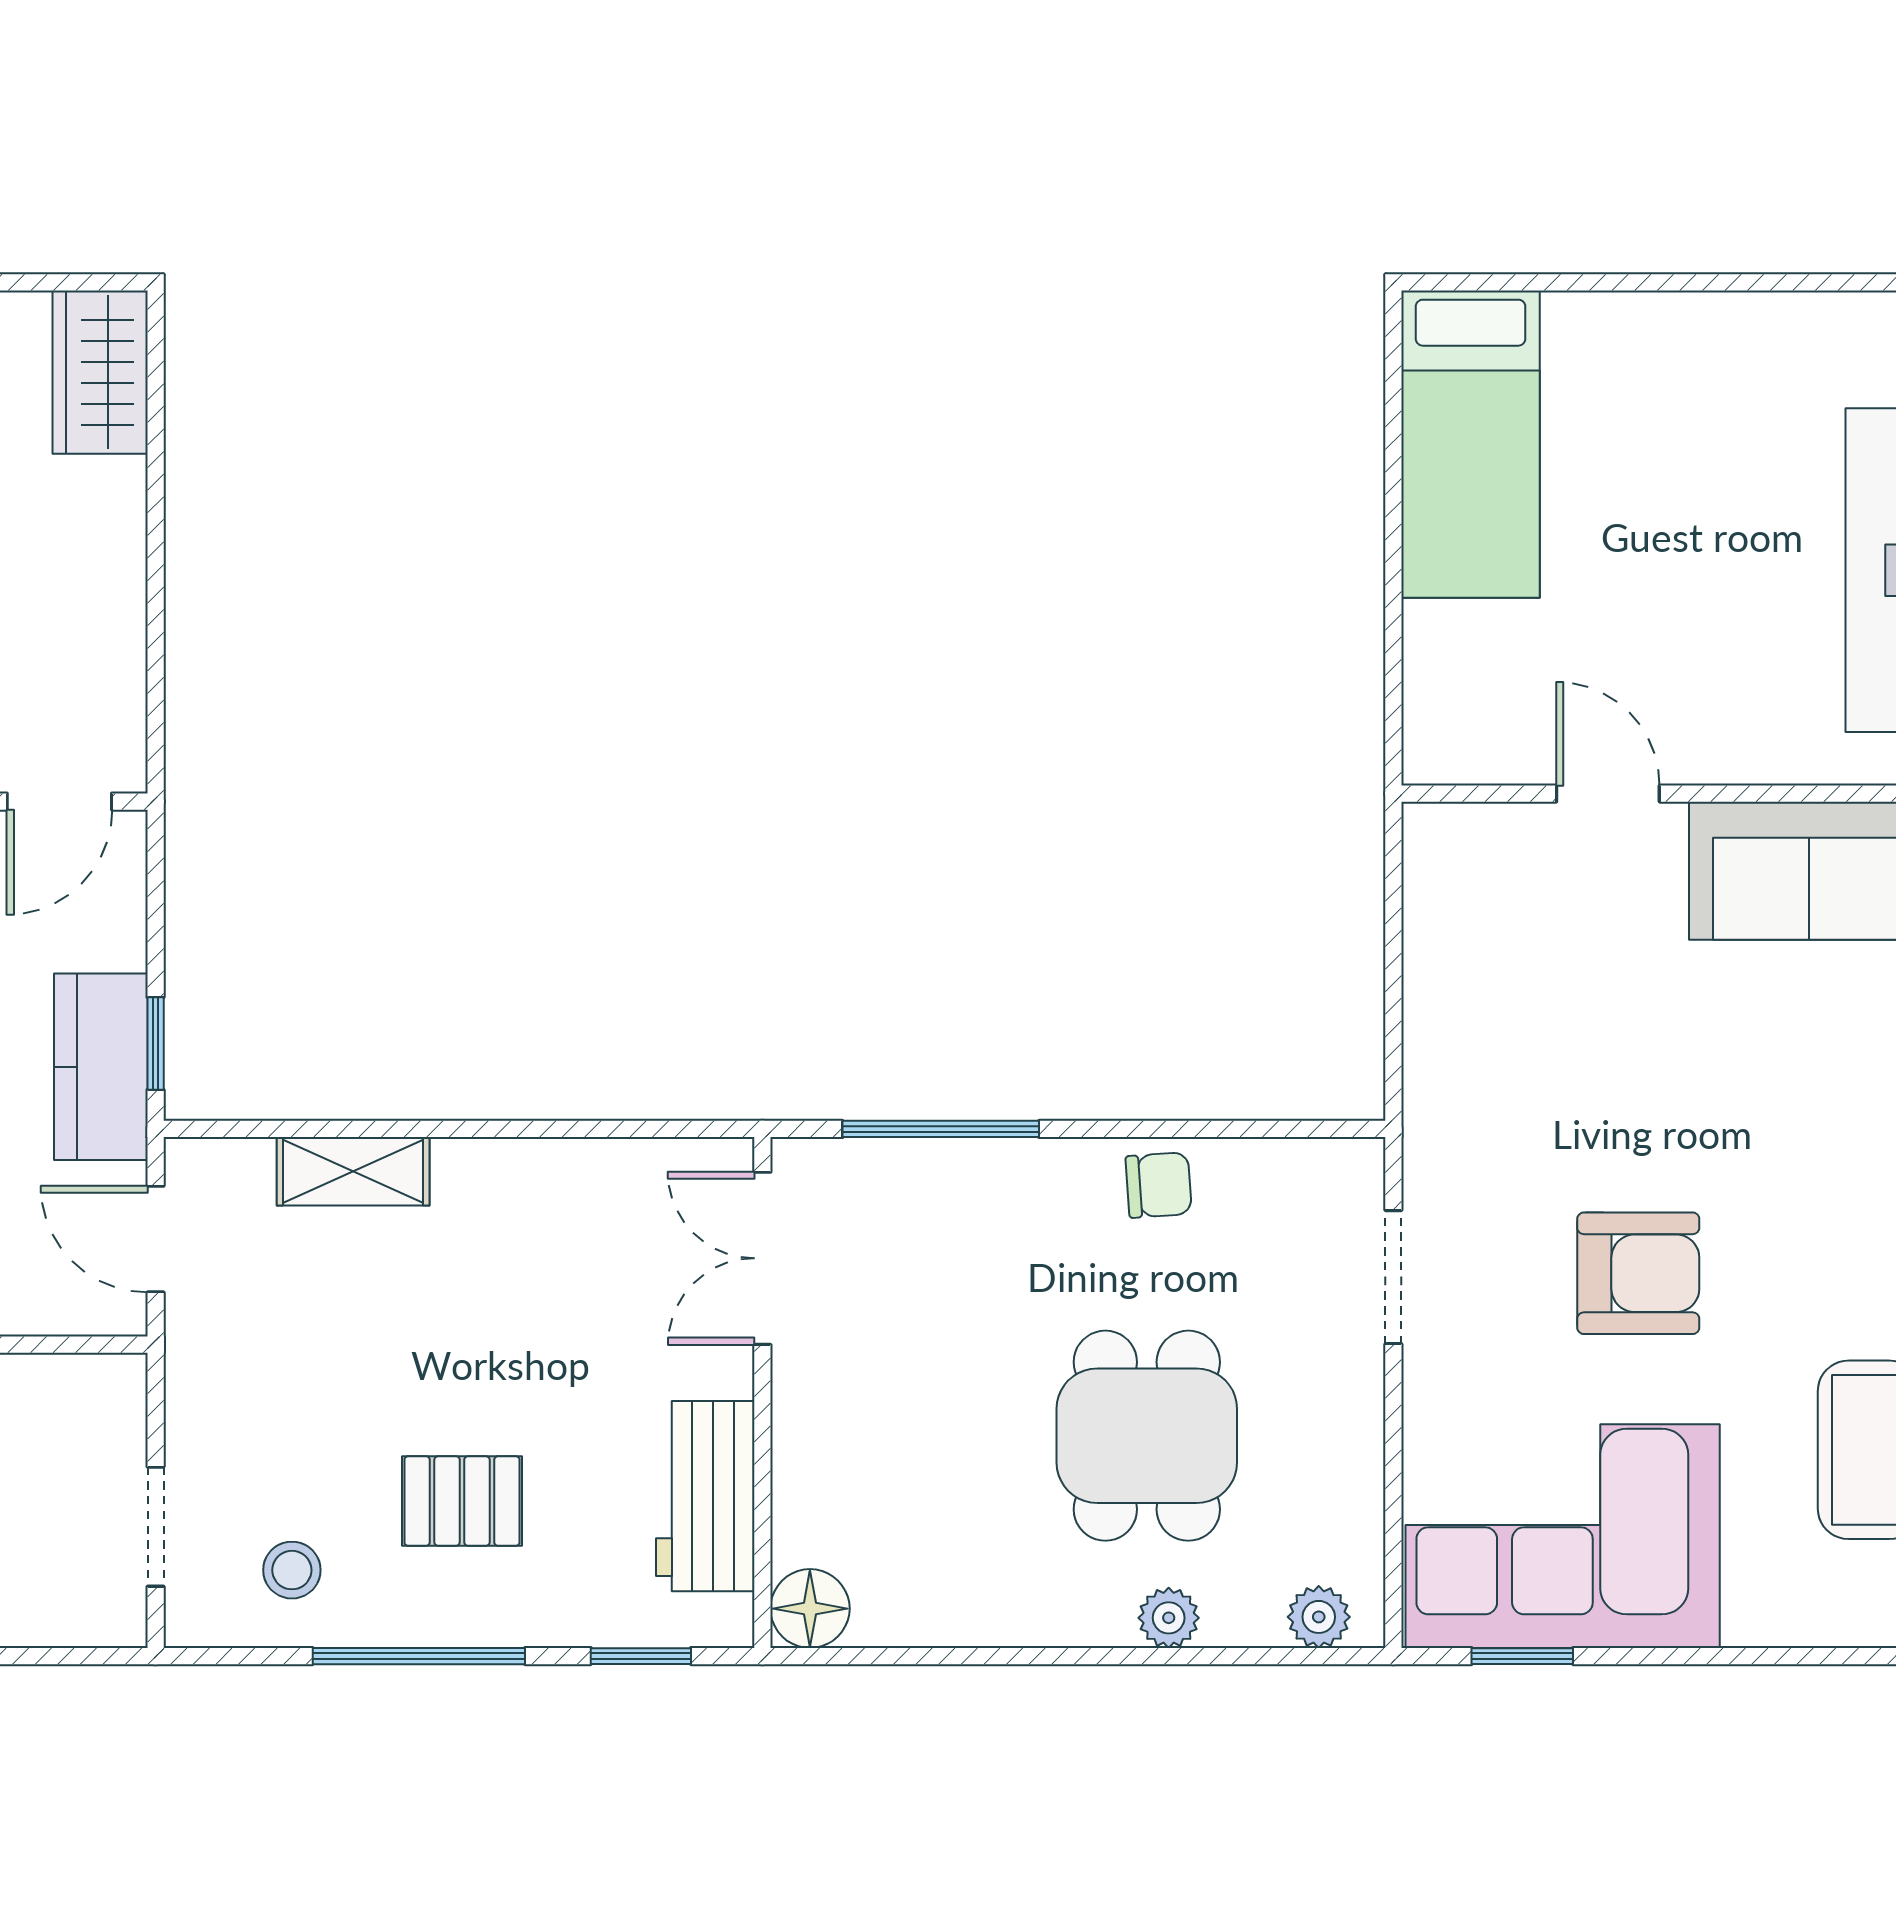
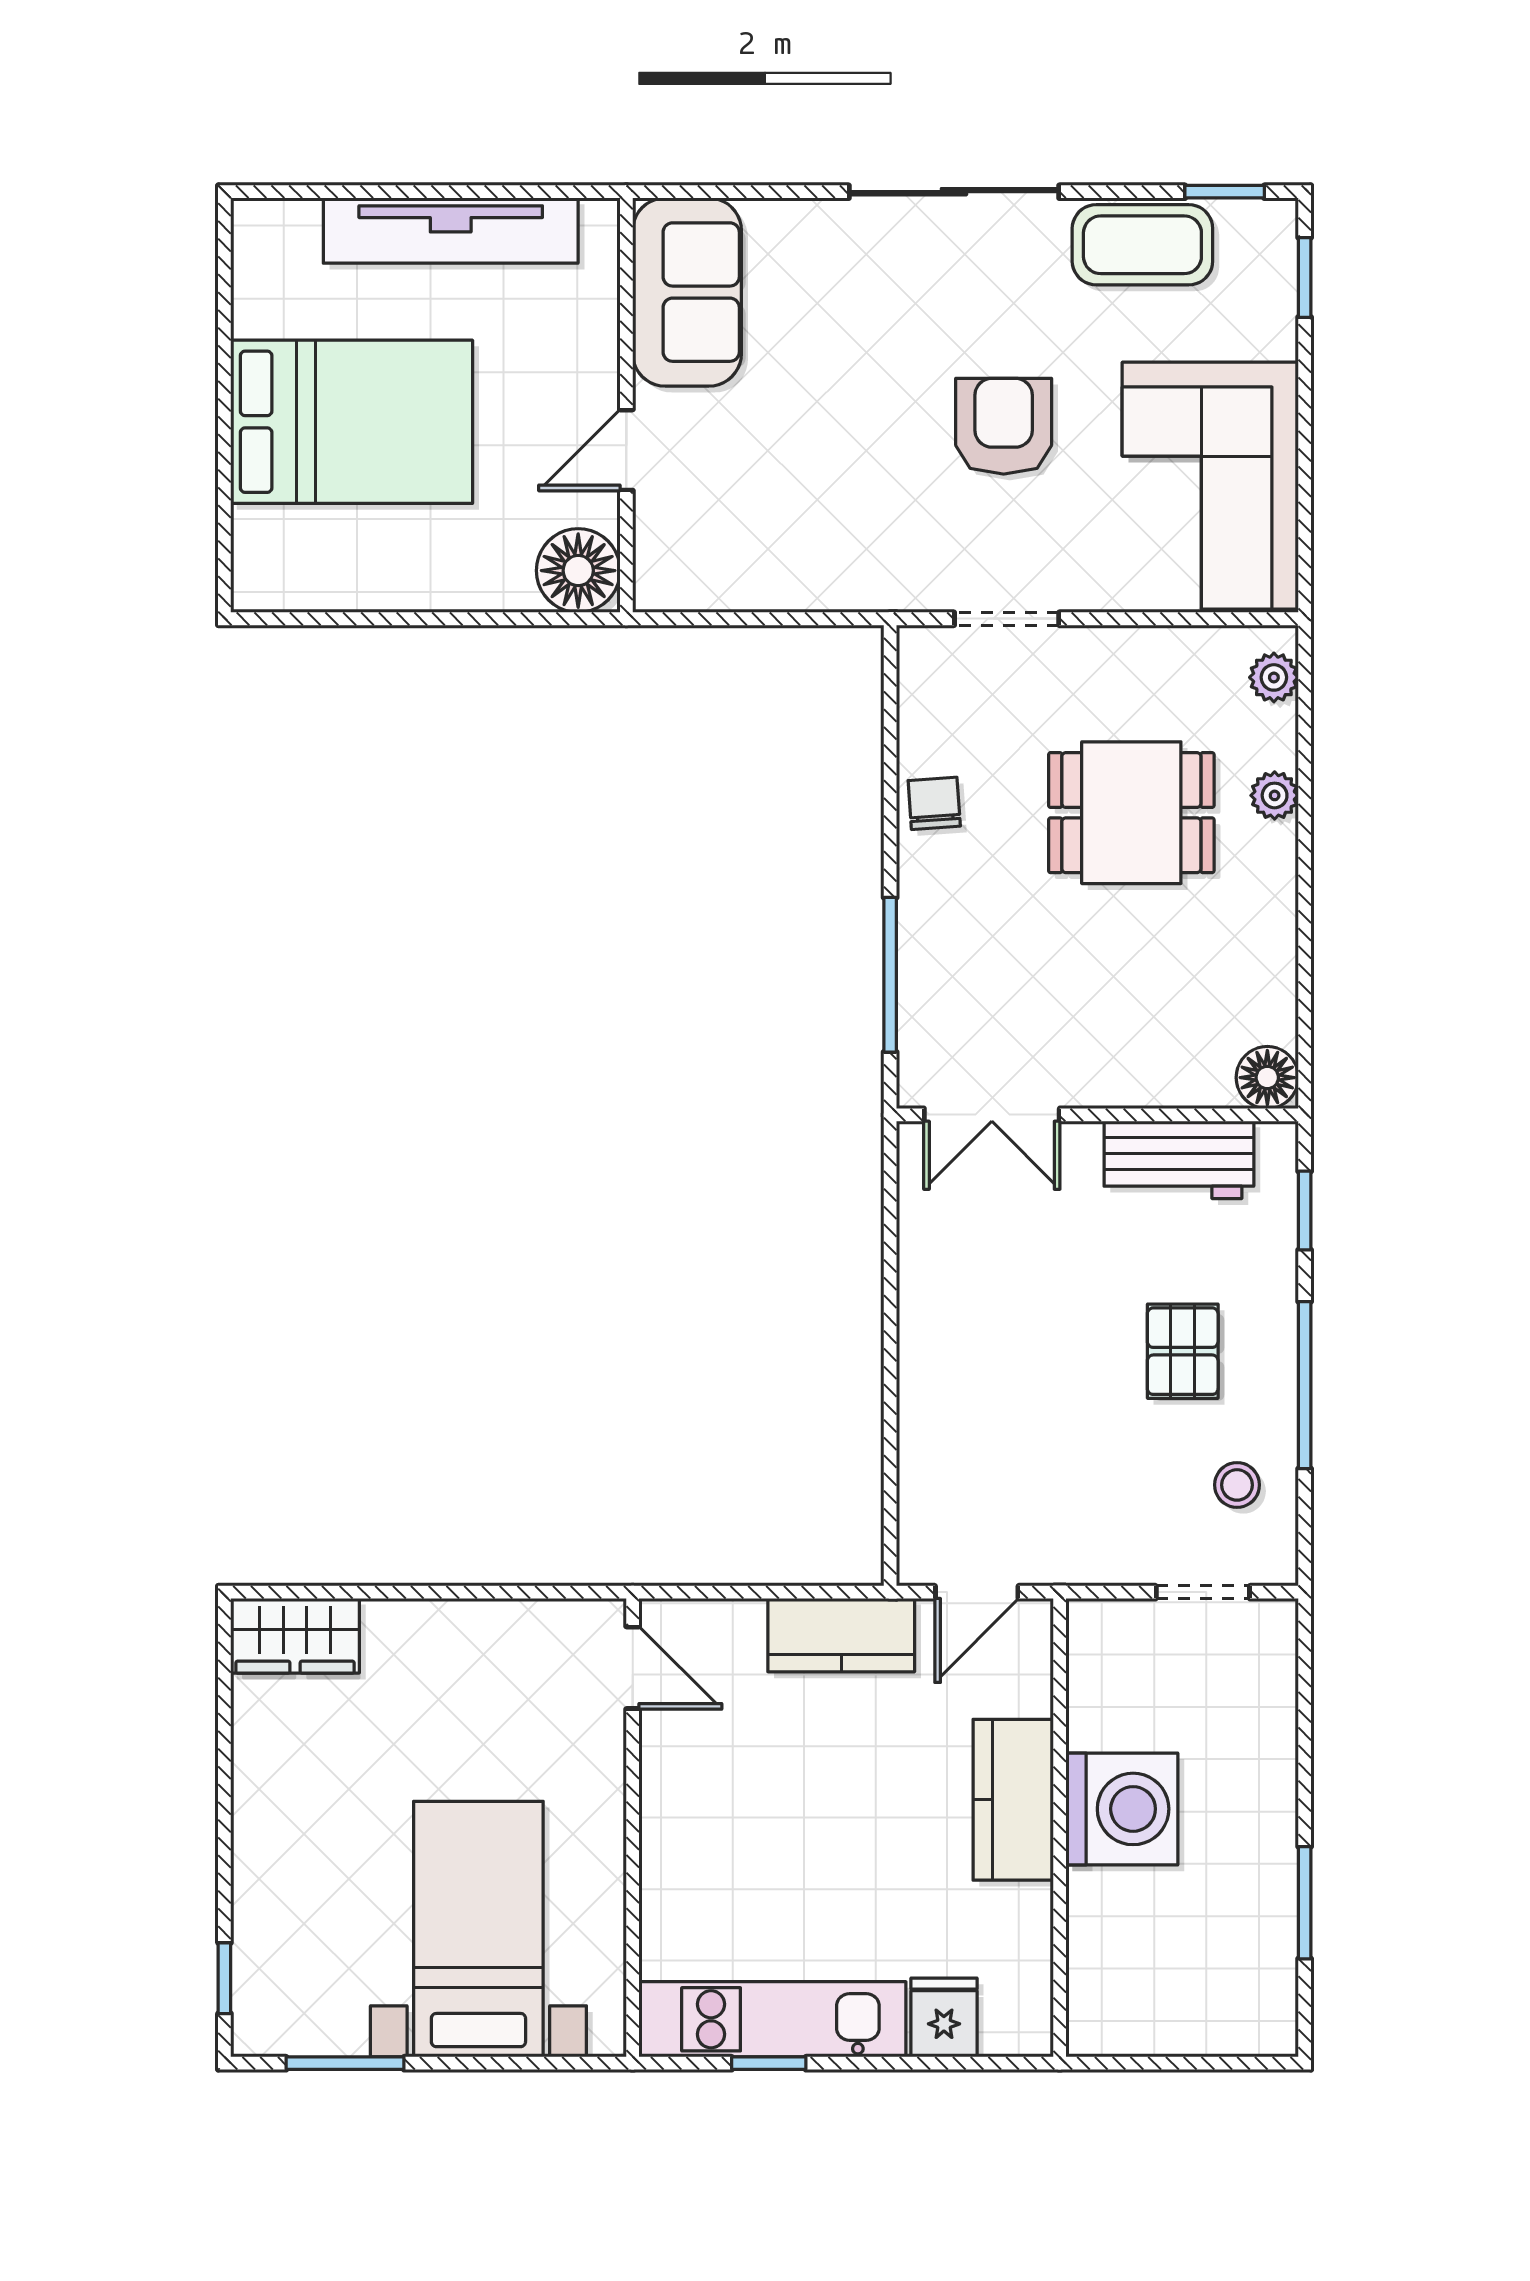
bed: (1471, 444) -> (352, 422), moved, width x1.50
floor lamp: (1455, 732) -> (578, 571), added
window: (156, 1044) -> (823, 1592), removed
shelving: (353, 1171) -> (923, 1437), removed
window: (1522, 1656) -> (1305, 277), moved

